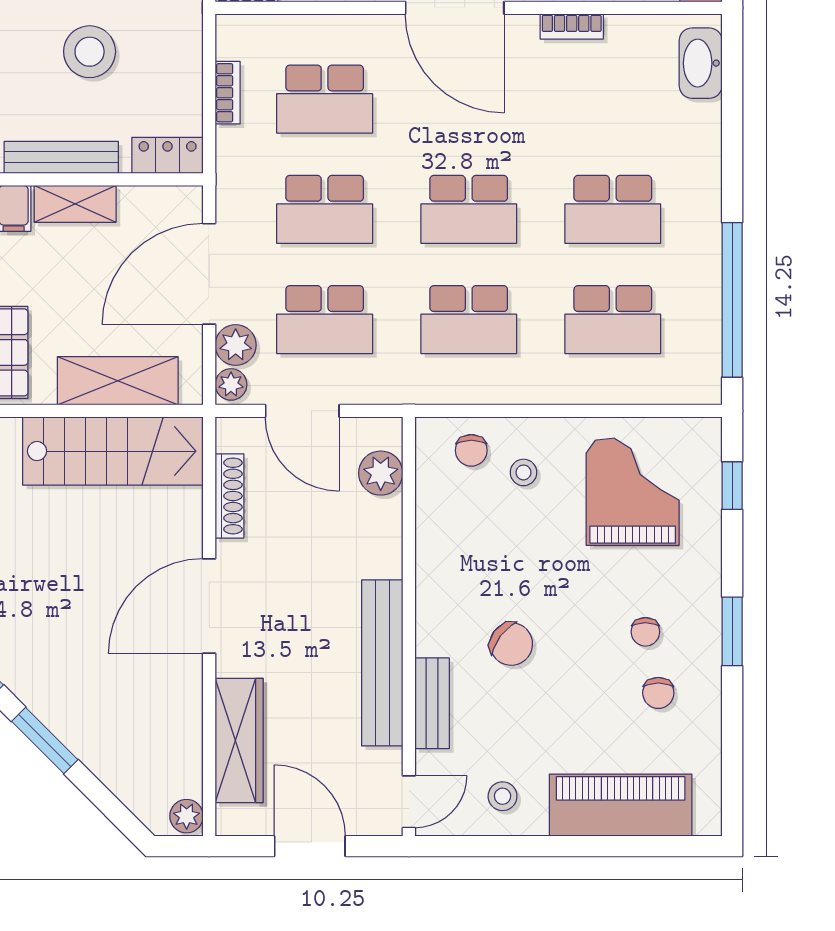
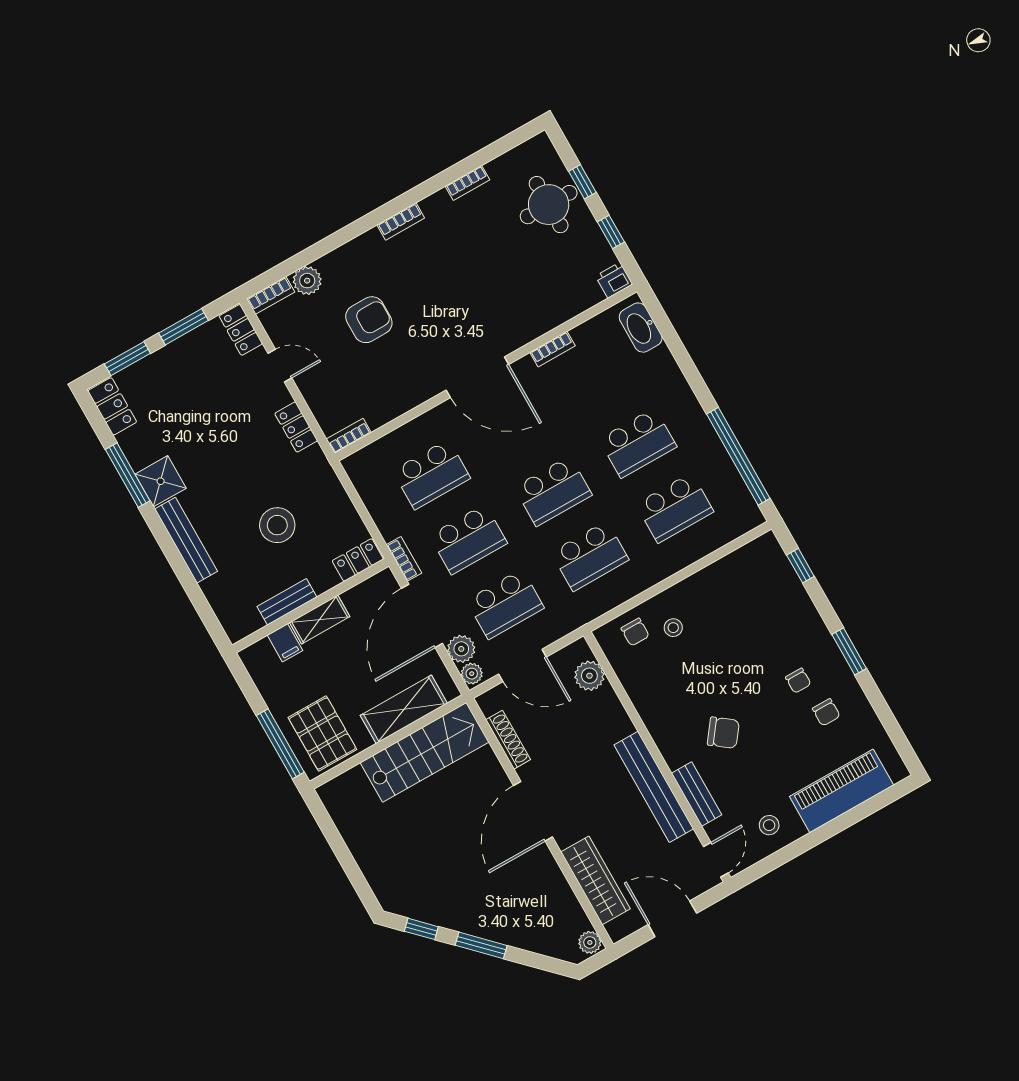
bookcase: (228, 93) -> (404, 559), moved
bench: (61, 157) -> (287, 602), width x0.73
grand piano: (633, 492) -> (744, 602), removed

